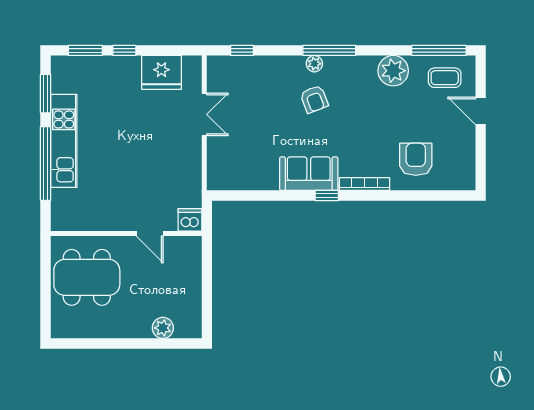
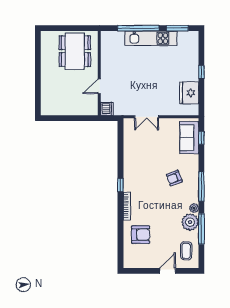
window: (85, 50) -> (201, 50), removed
window: (439, 50) -> (201, 229), moved
plant: (314, 64) -> (194, 208), moved
double door: (204, 114) -> (147, 117), moved
sofa: (309, 174) -> (189, 138), moved, turned 180
plant: (163, 328) -> (47, 94), removed

